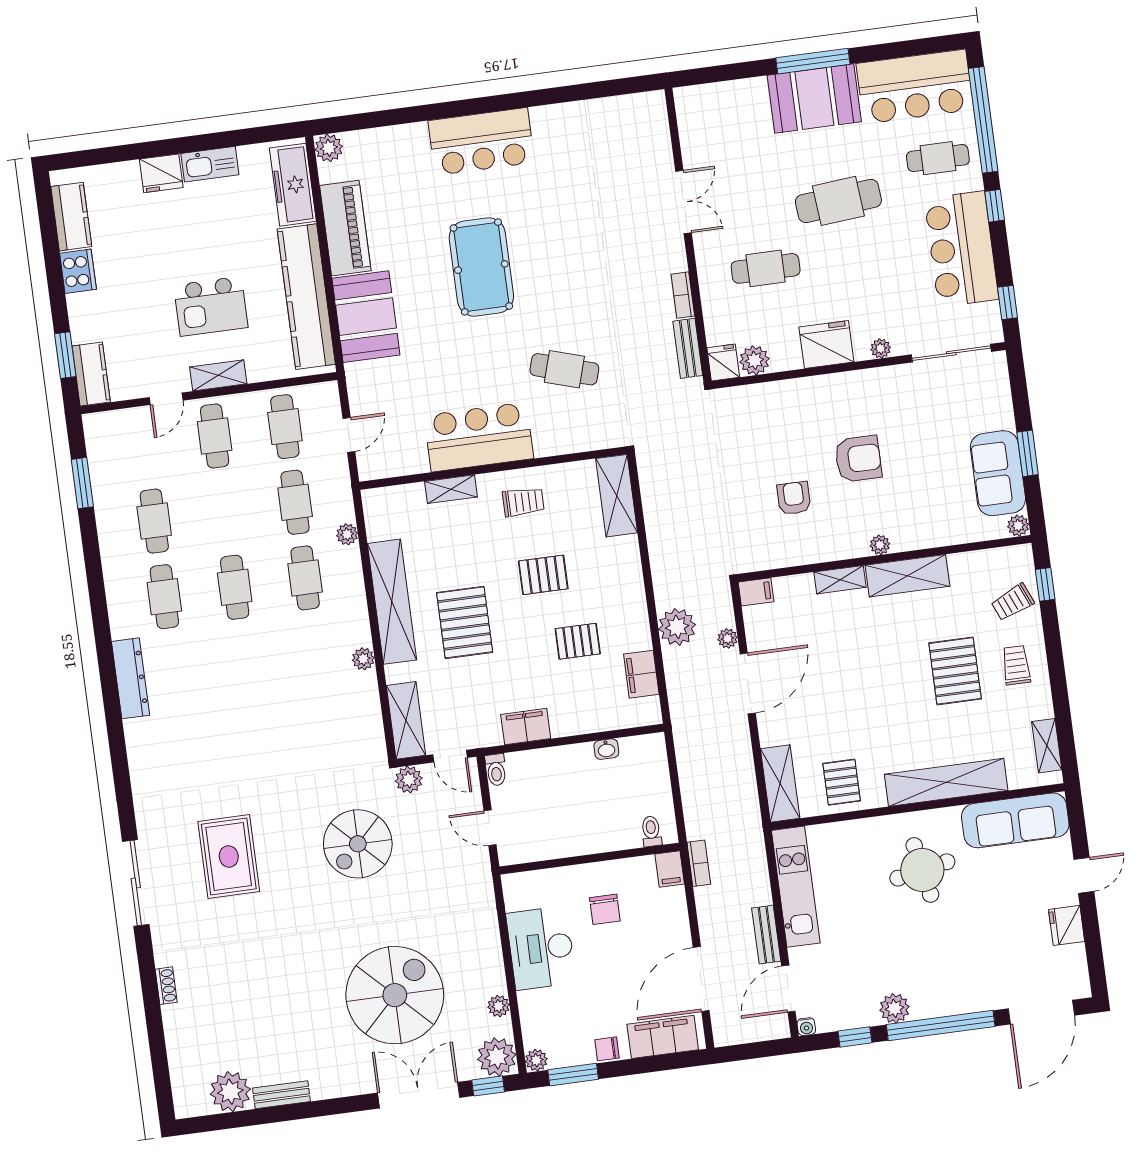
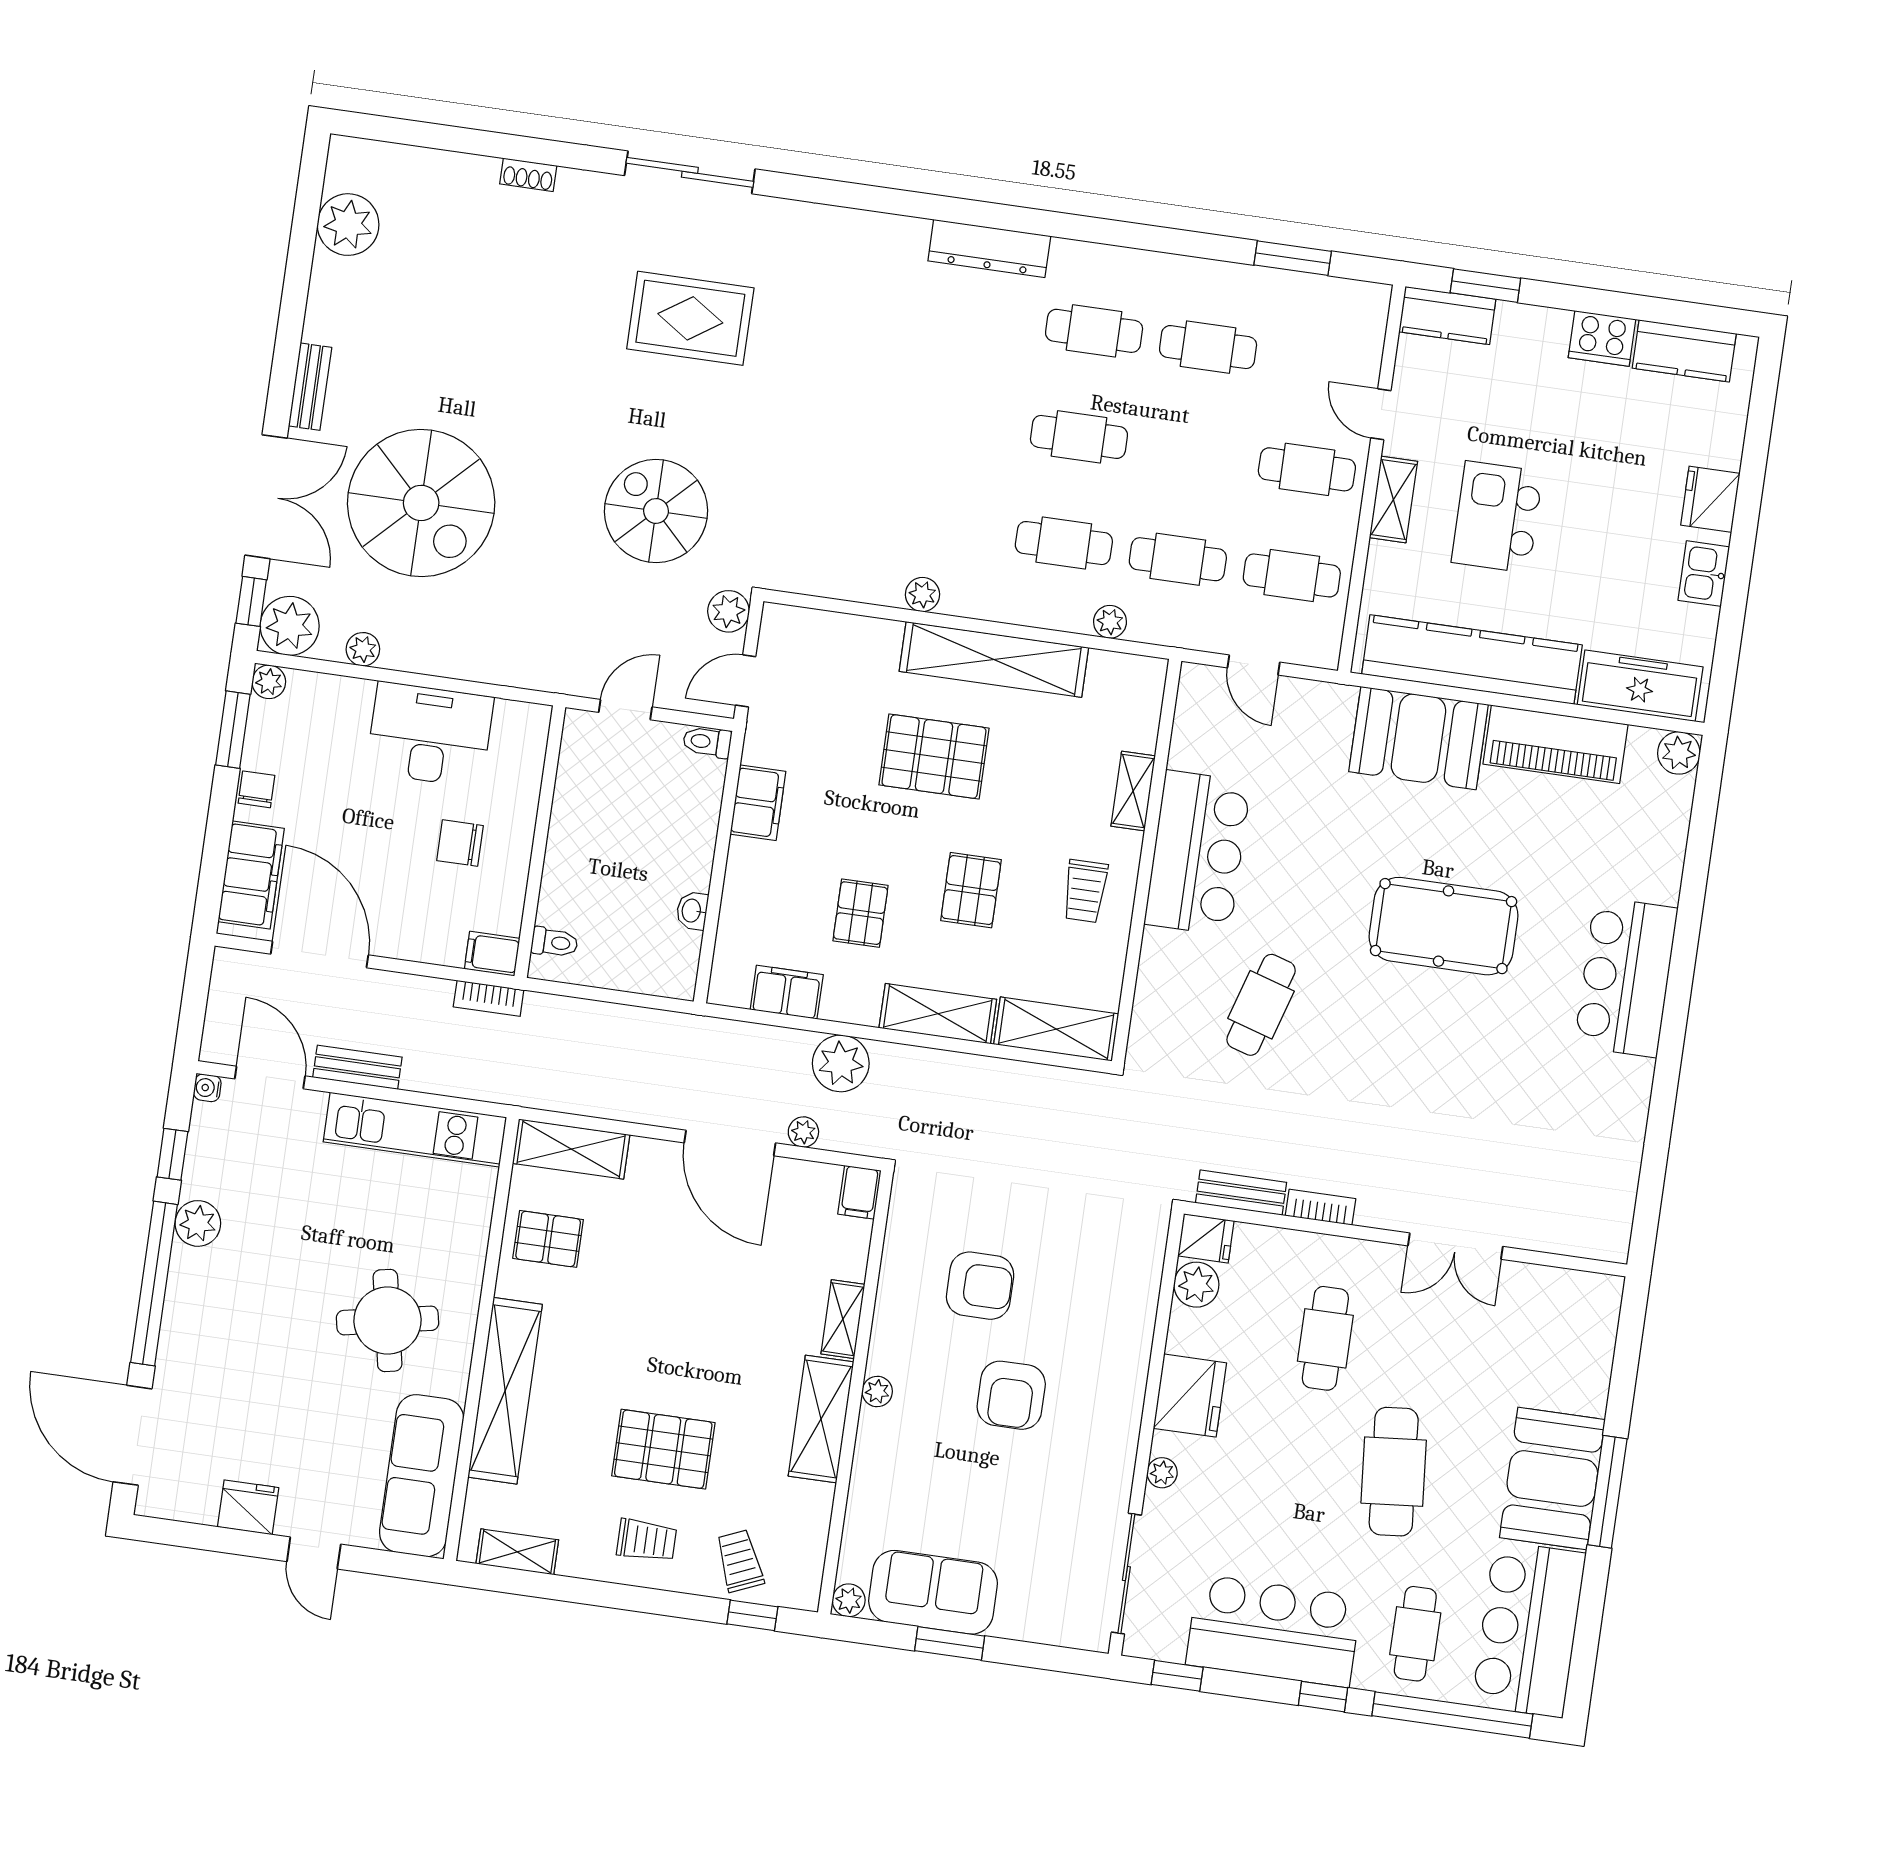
kitchen sink: (210, 164) -> (1704, 574), width x0.73
armchair: (794, 498) -> (980, 1286), width x1.38, depth x1.38
shelving: (406, 720) -> (938, 1014), moved
bench: (281, 1095) -> (310, 387), moved

